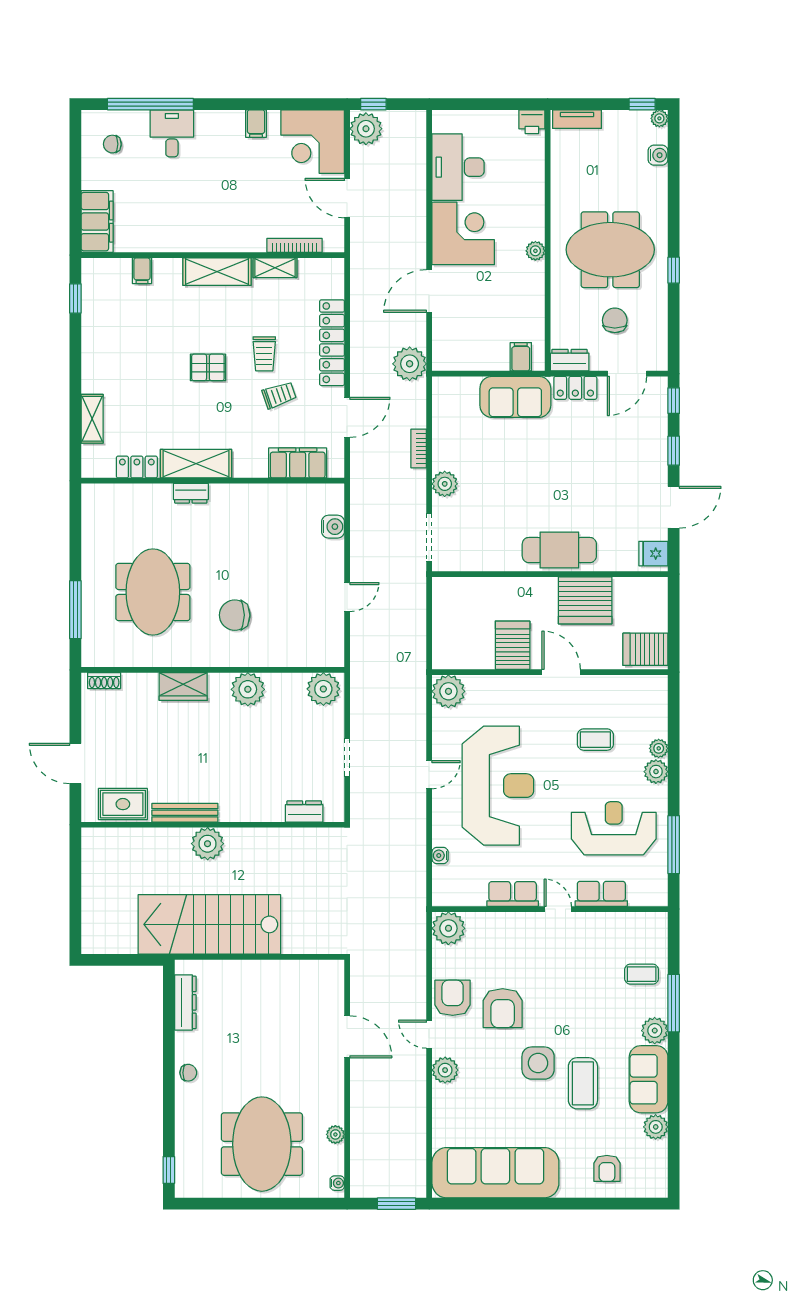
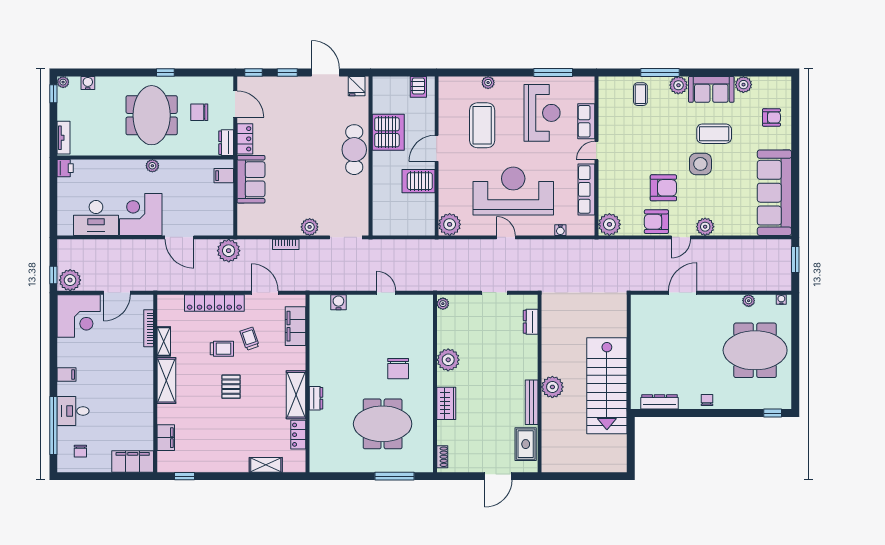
filing cabinet: (256, 124) -> (67, 374), moved
filing cabinet: (142, 271) -> (166, 438), width x2.00
server rack: (645, 649) -> (418, 87), width x0.73, depth x0.70
plant: (323, 689) -> (443, 304), width x0.53, depth x0.53
coffee table: (595, 740) -> (482, 125), width x1.86, depth x1.72
plant: (656, 772) -> (504, 84), removed
reception desk: (614, 828) -> (542, 113), turned 180
row of seats: (513, 894) -> (586, 189), width x1.48

